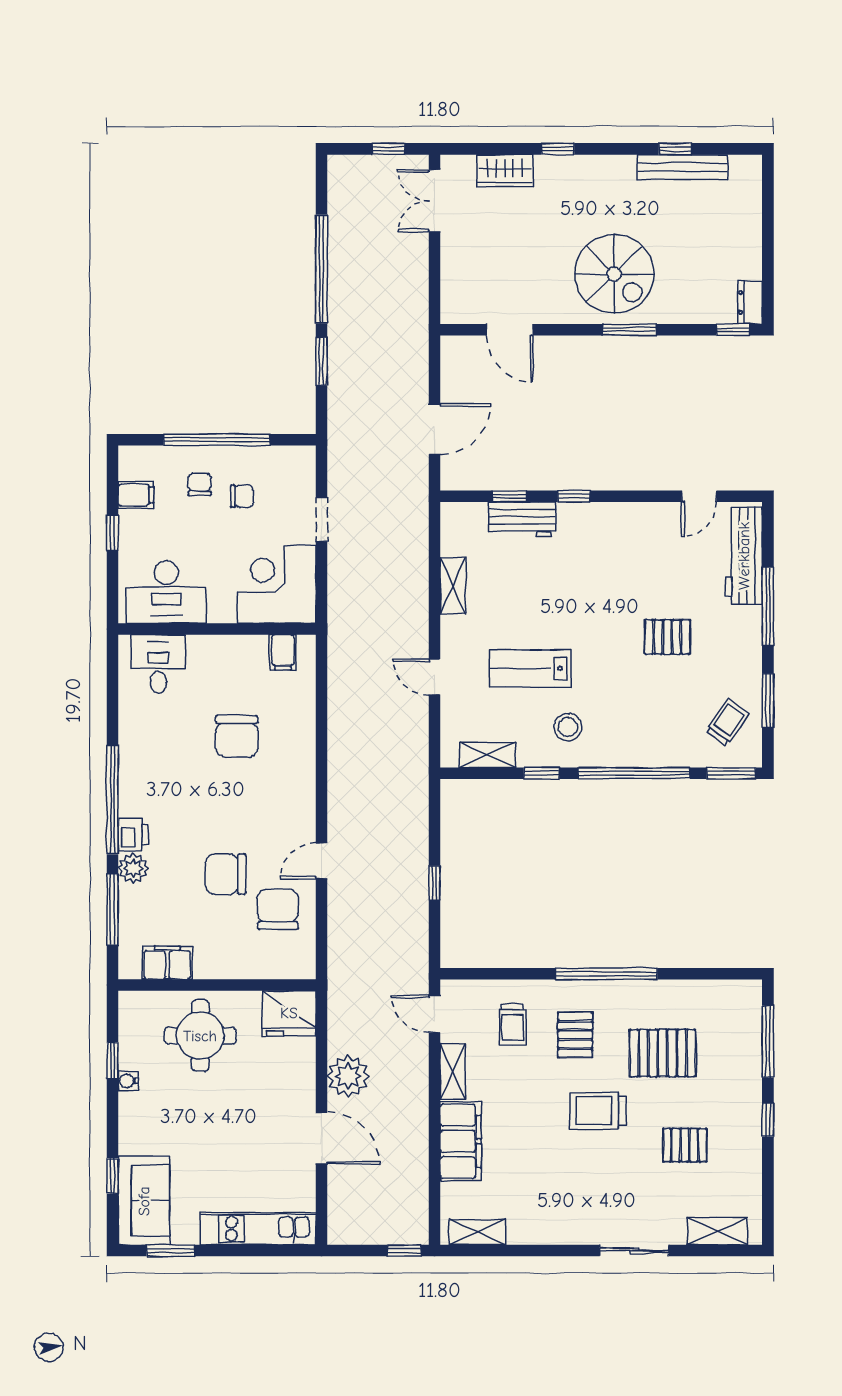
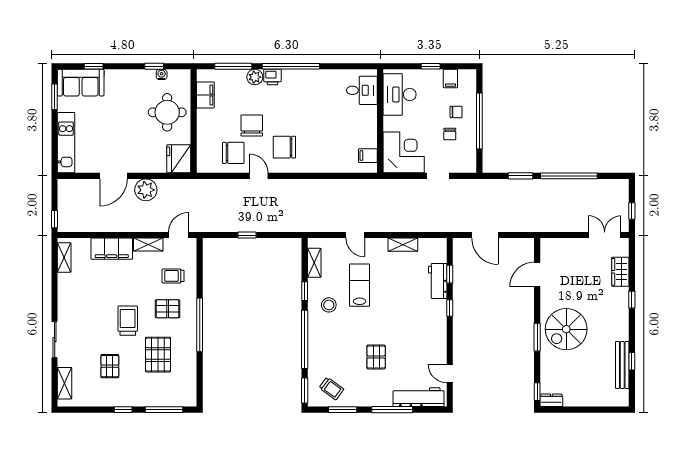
door: (435, 677) -> (355, 235), swing flipped
chair: (237, 736) -> (284, 147), moved
water cooler: (128, 1081) -> (162, 74), moved

